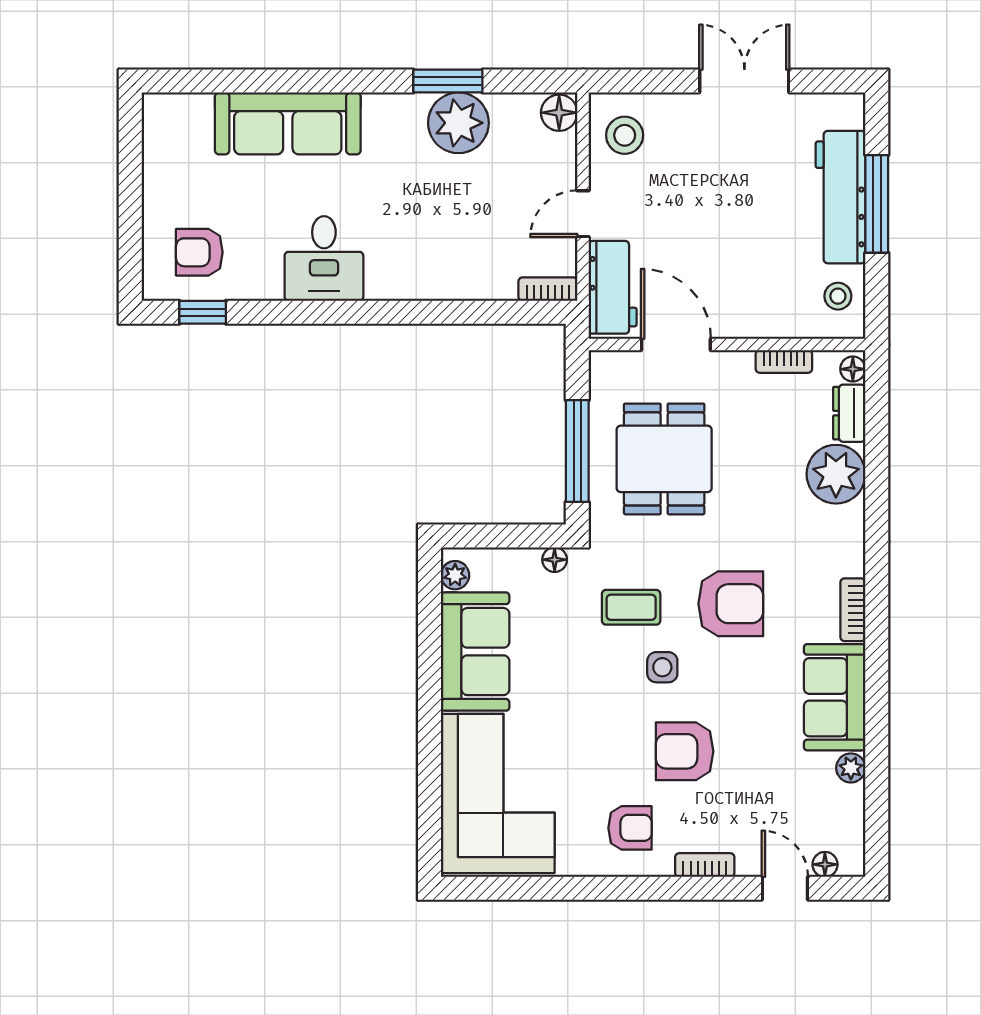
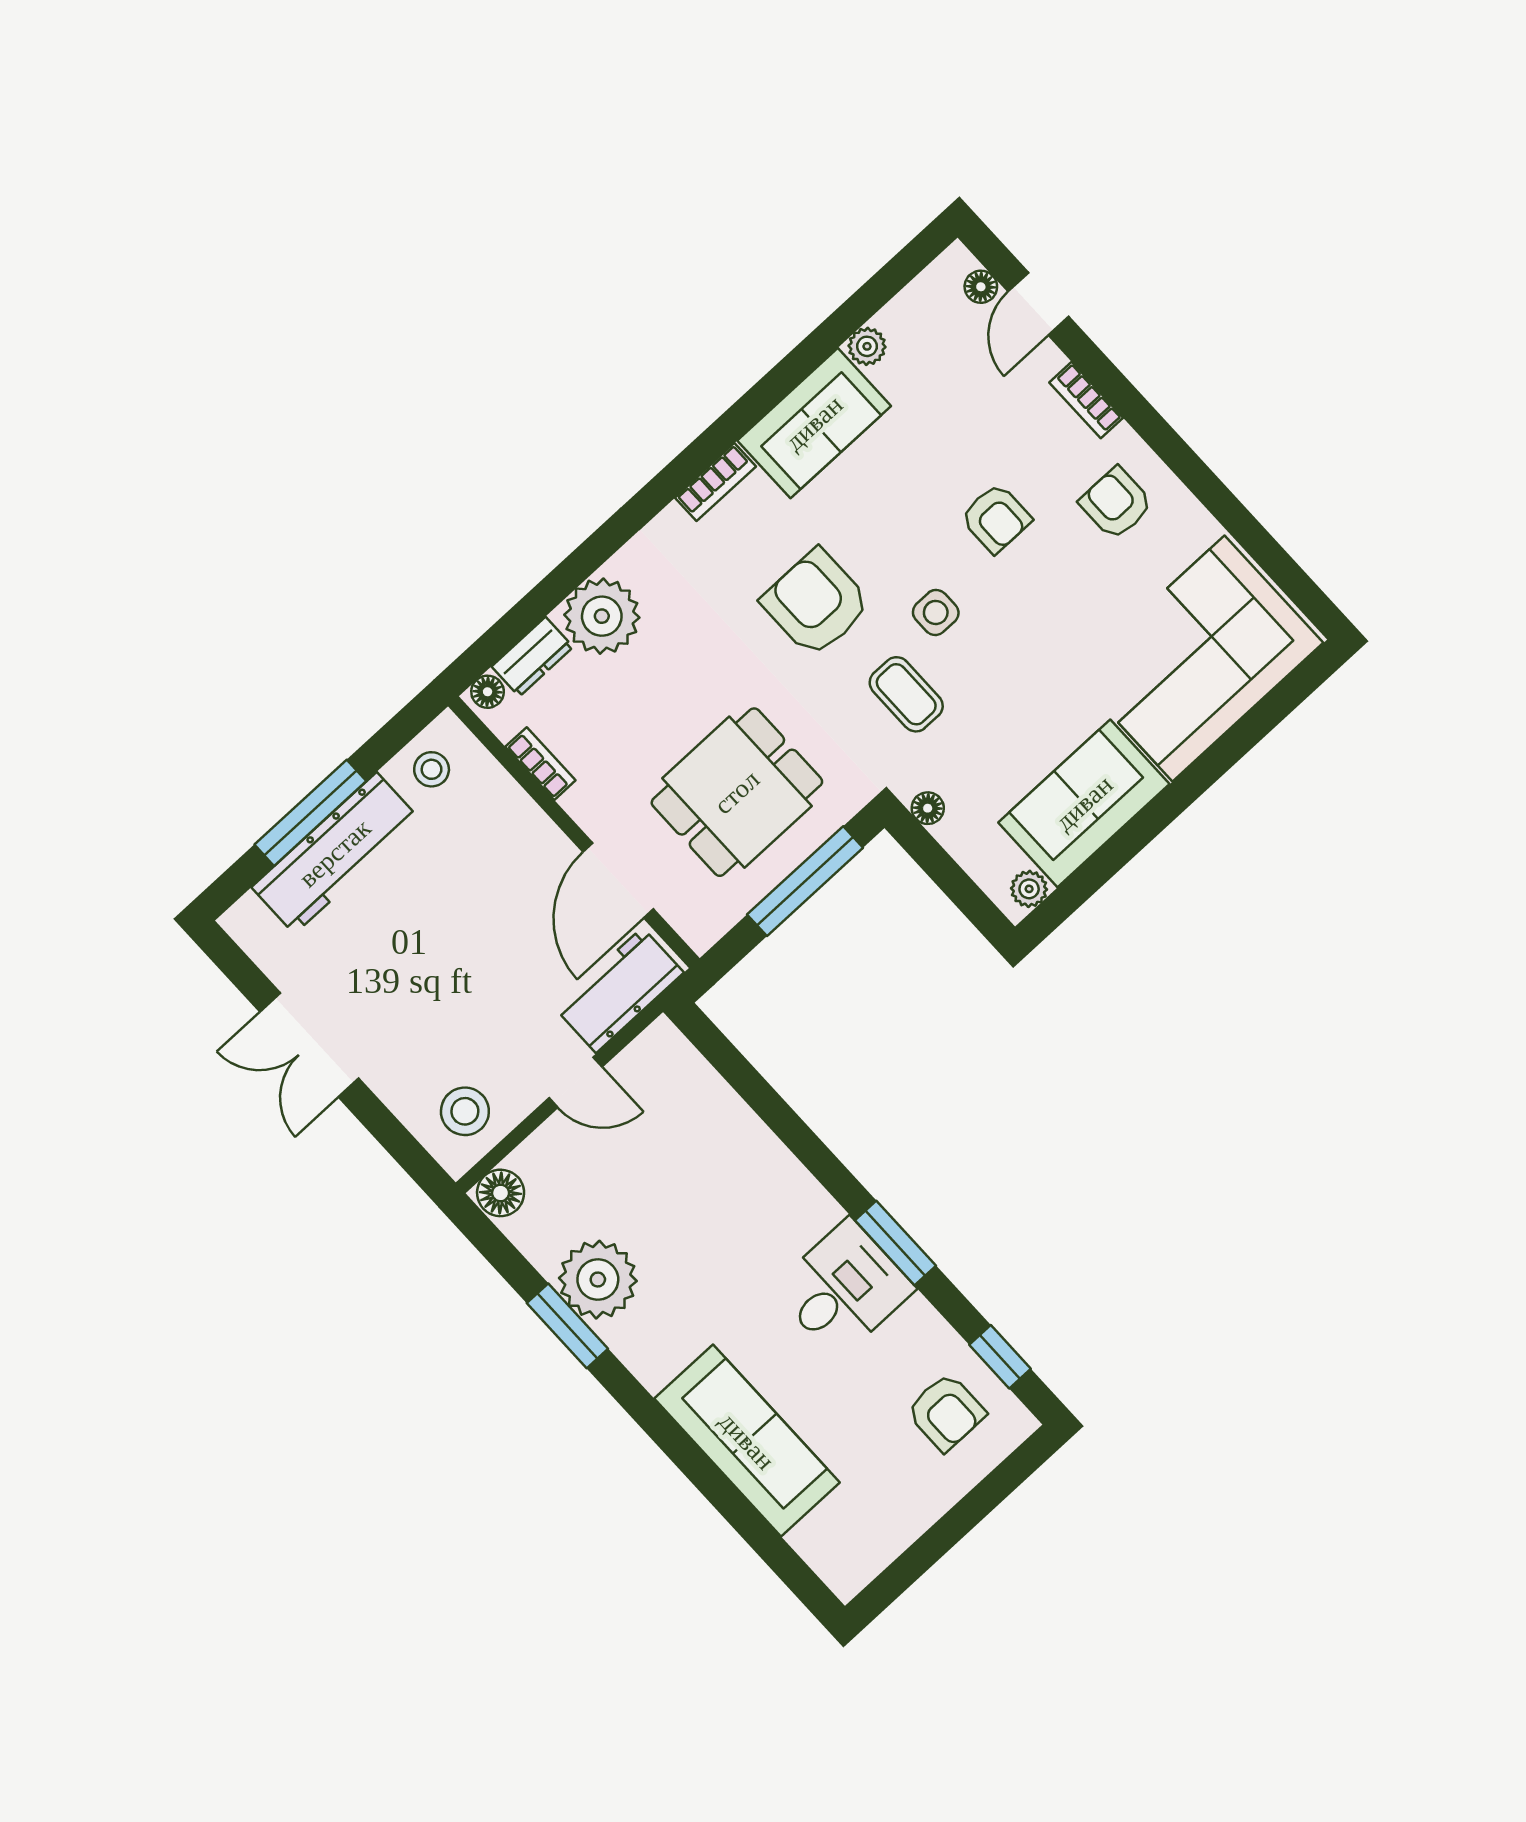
bookcase: (548, 289) -> (677, 1050), removed
window: (323, 312) -> (895, 1243), added
armchair: (685, 751) -> (996, 518), width x0.72, depth x0.72

